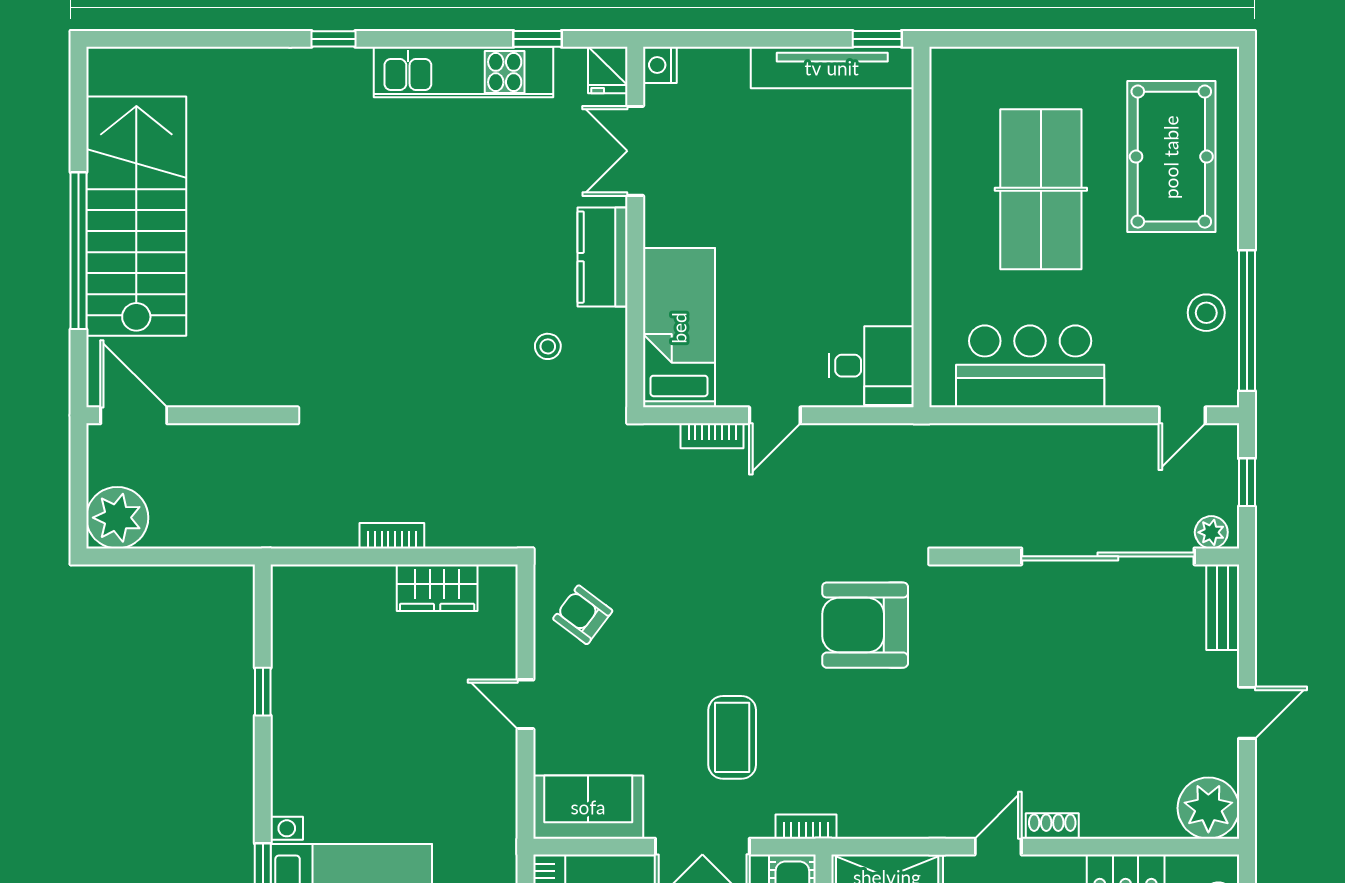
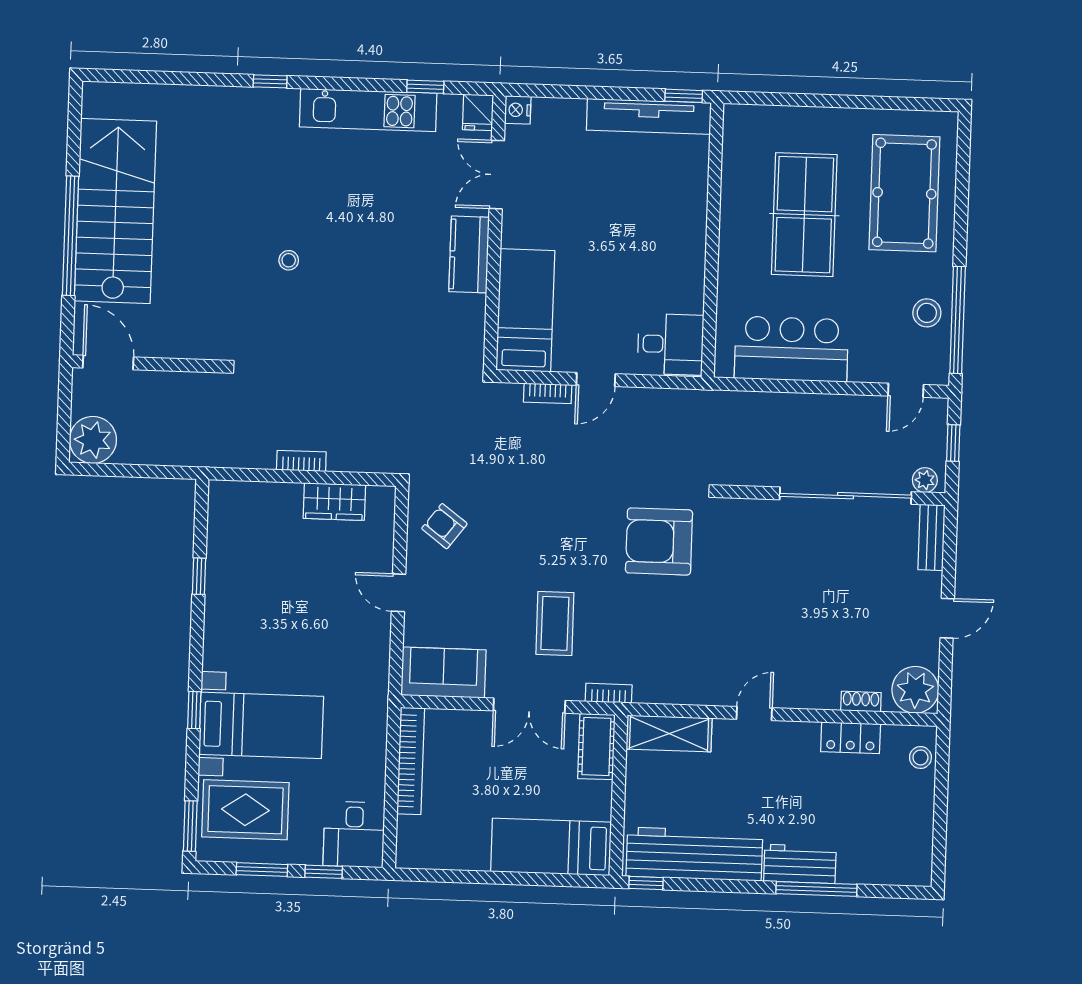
stool: (548, 346) -> (289, 260), moved
shoe rack: (1052, 826) -> (861, 702), moved

